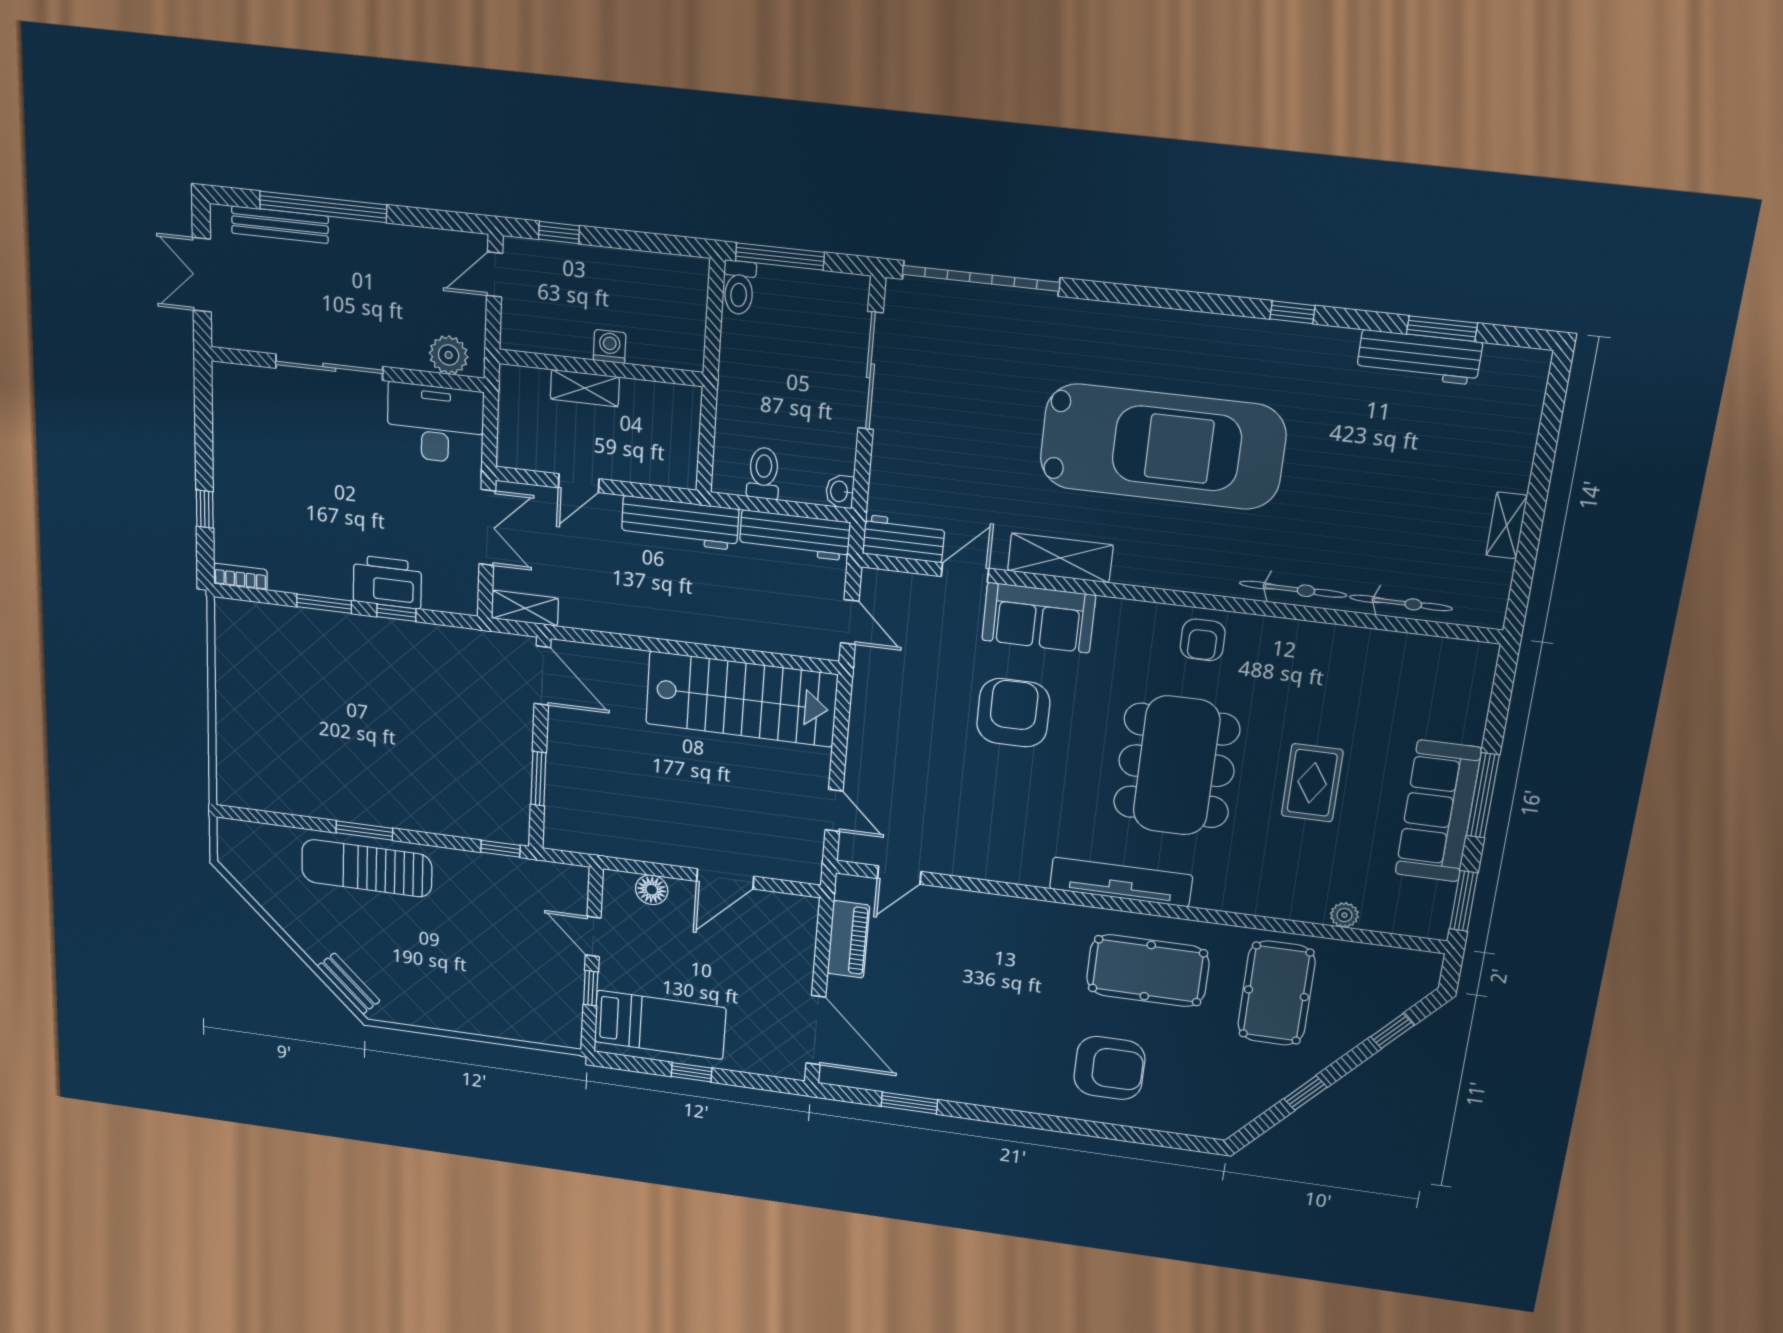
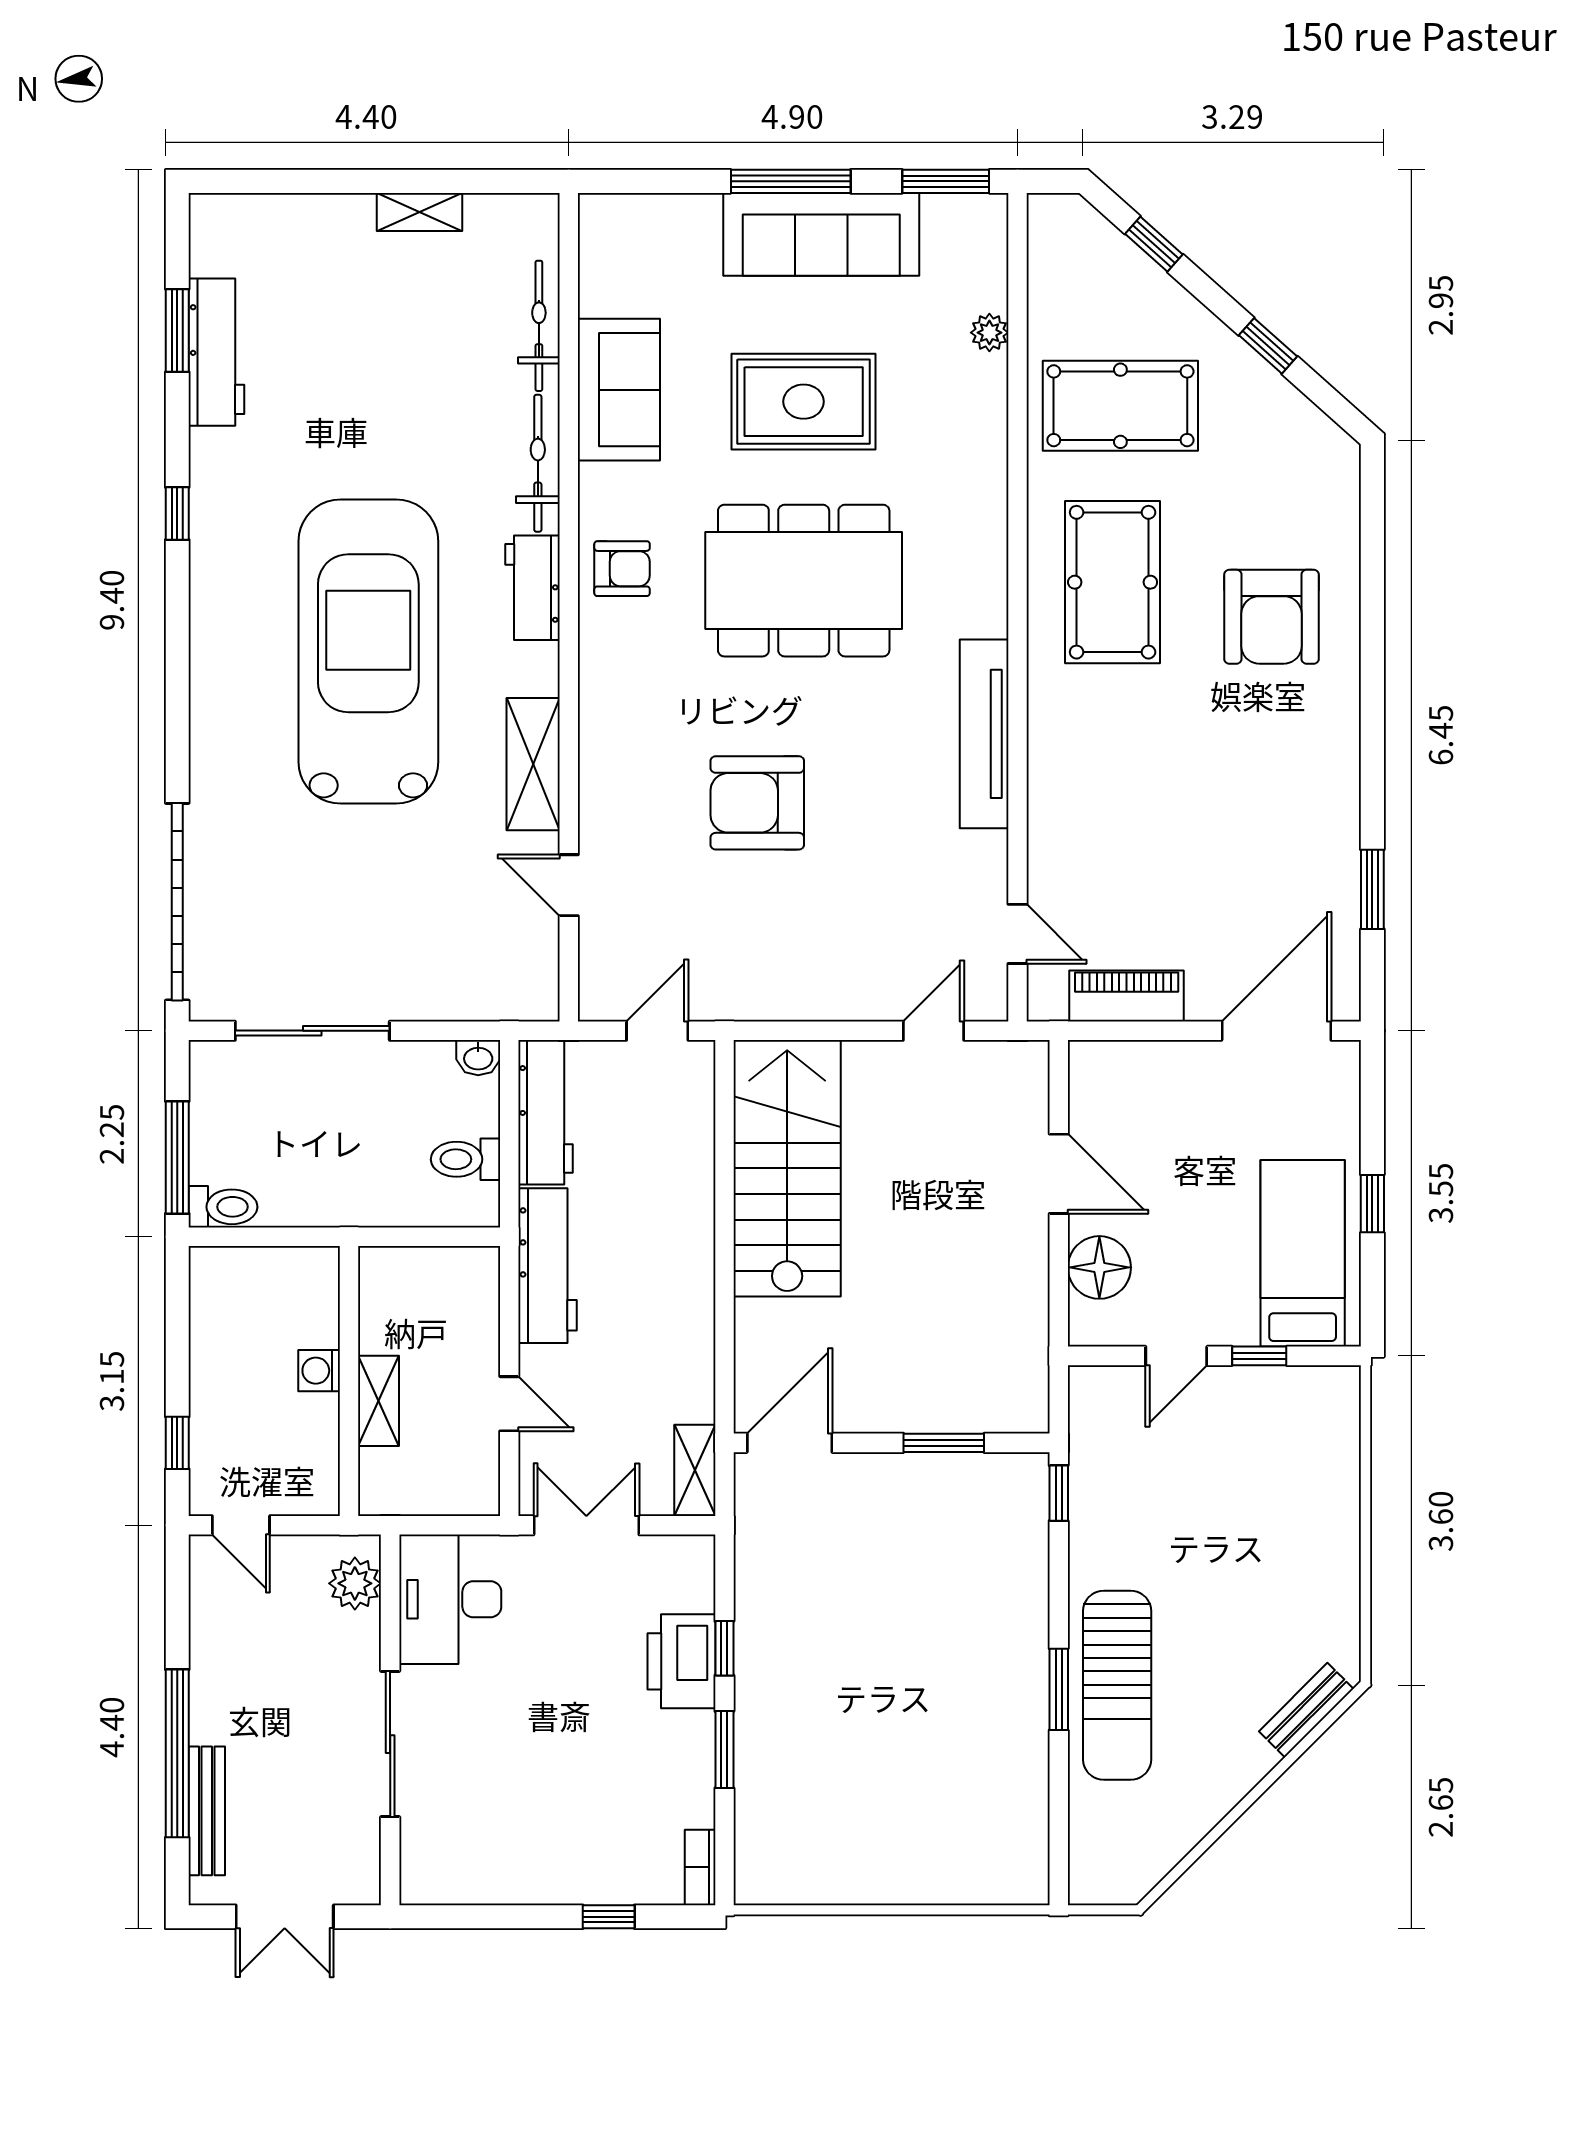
workbench: (904, 539) -> (533, 588), moved
sofa: (1039, 618) -> (619, 390), moved
rug: (1312, 783) -> (804, 402), width x1.36, depth x1.43
tv unit: (1121, 882) -> (984, 734), moved
floor lamp: (652, 890) -> (1099, 1267), width x1.38, depth x1.38
armchair: (1109, 1068) -> (1272, 617), turned 180

